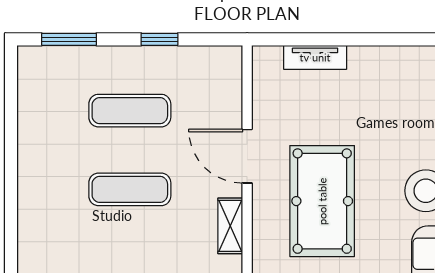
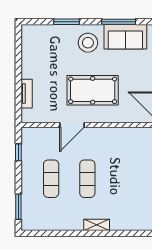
window: (159, 39) -> (18, 152), moved
shelving: (230, 226) -> (97, 225), moved

